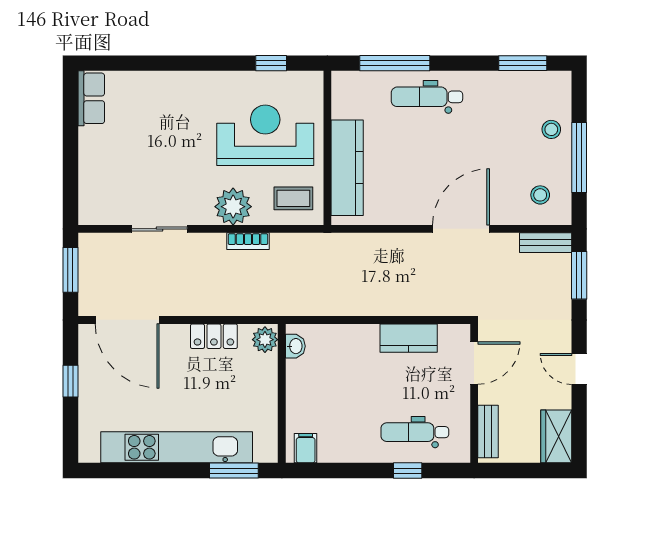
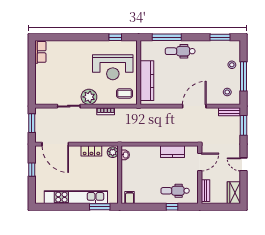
reception desk: (265, 135) -> (113, 67), turned 180
plant: (233, 207) -> (89, 97), moved

